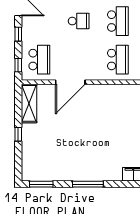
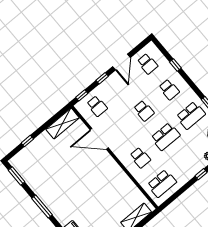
school desk: (39, 60) -> (97, 106), width x0.54
school desk: (118, 60) -> (140, 158), width x0.54
window: (18, 134) -> (27, 141), moved

